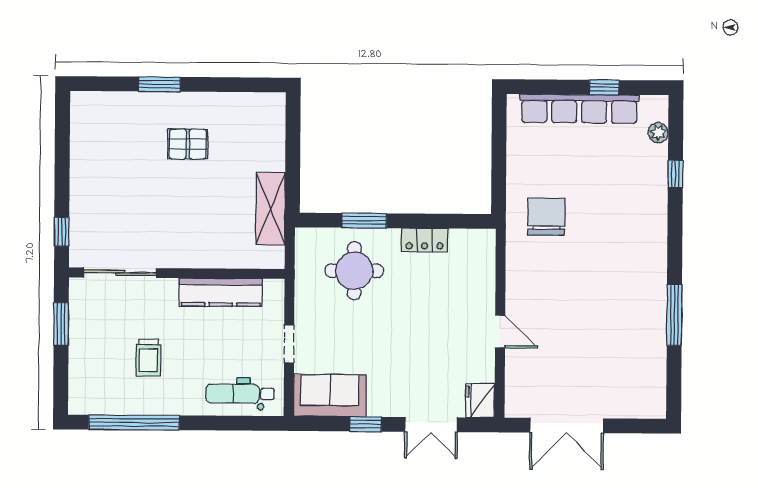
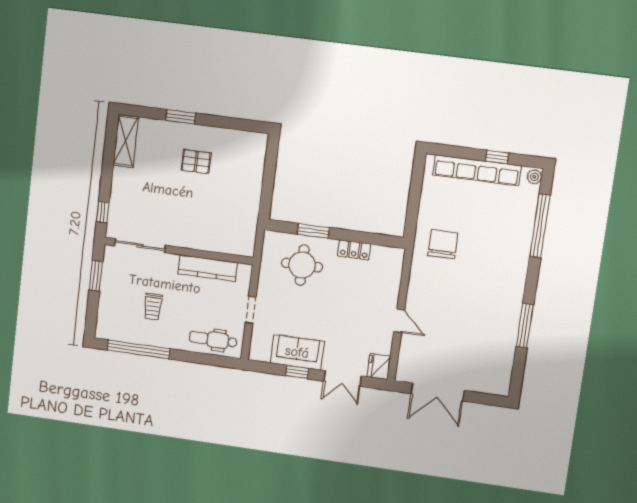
plant: (658, 133) -> (534, 177), moved
window: (675, 174) -> (540, 226), width x3.17
shelving: (271, 209) -> (126, 141), moved
sofa: (330, 396) -> (297, 352), moved

